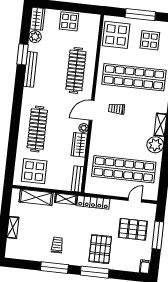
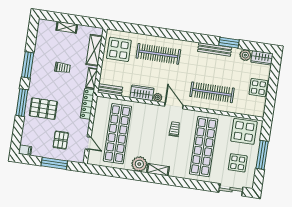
pallet: (133, 229) -> (61, 140), width x0.67, depth x0.71
trolley: (57, 245) -> (62, 68), moved

